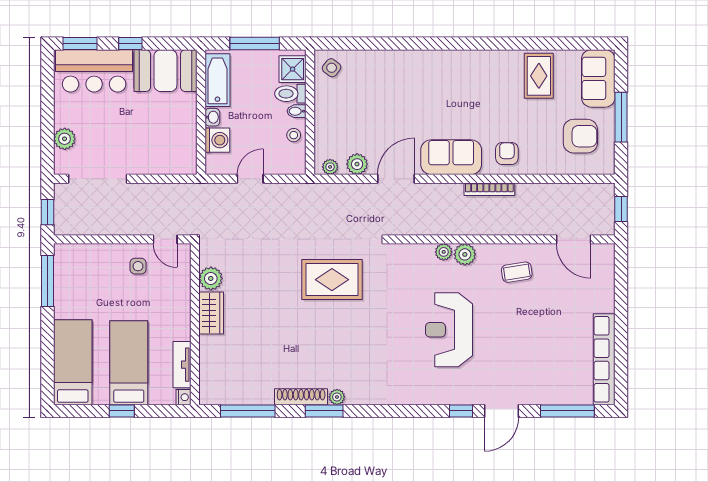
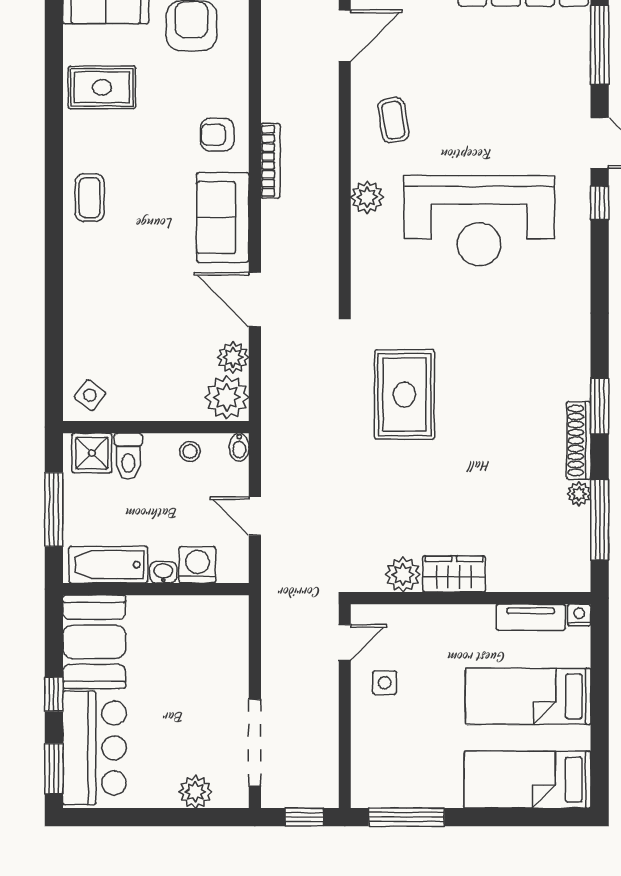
coffee table: (465, 68) -> (90, 198), added
bidet: (297, 111) -> (239, 447), moved
plant: (330, 167) -> (227, 397), width x1.88, depth x1.88
plant: (444, 252) -> (363, 229), removed
reception desk: (449, 330) -> (479, 221), width x1.36, depth x1.30
plant: (337, 397) -> (579, 494), moved
window: (122, 411) -> (600, 707), removed

